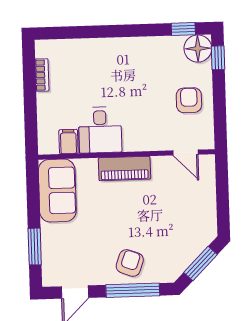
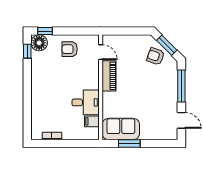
door: (185, 153) -> (101, 52), hinge flipped
piano: (124, 168) -> (109, 76), moved
window: (35, 247) -> (129, 143), moved
armchair: (130, 263) -> (156, 56), moved

